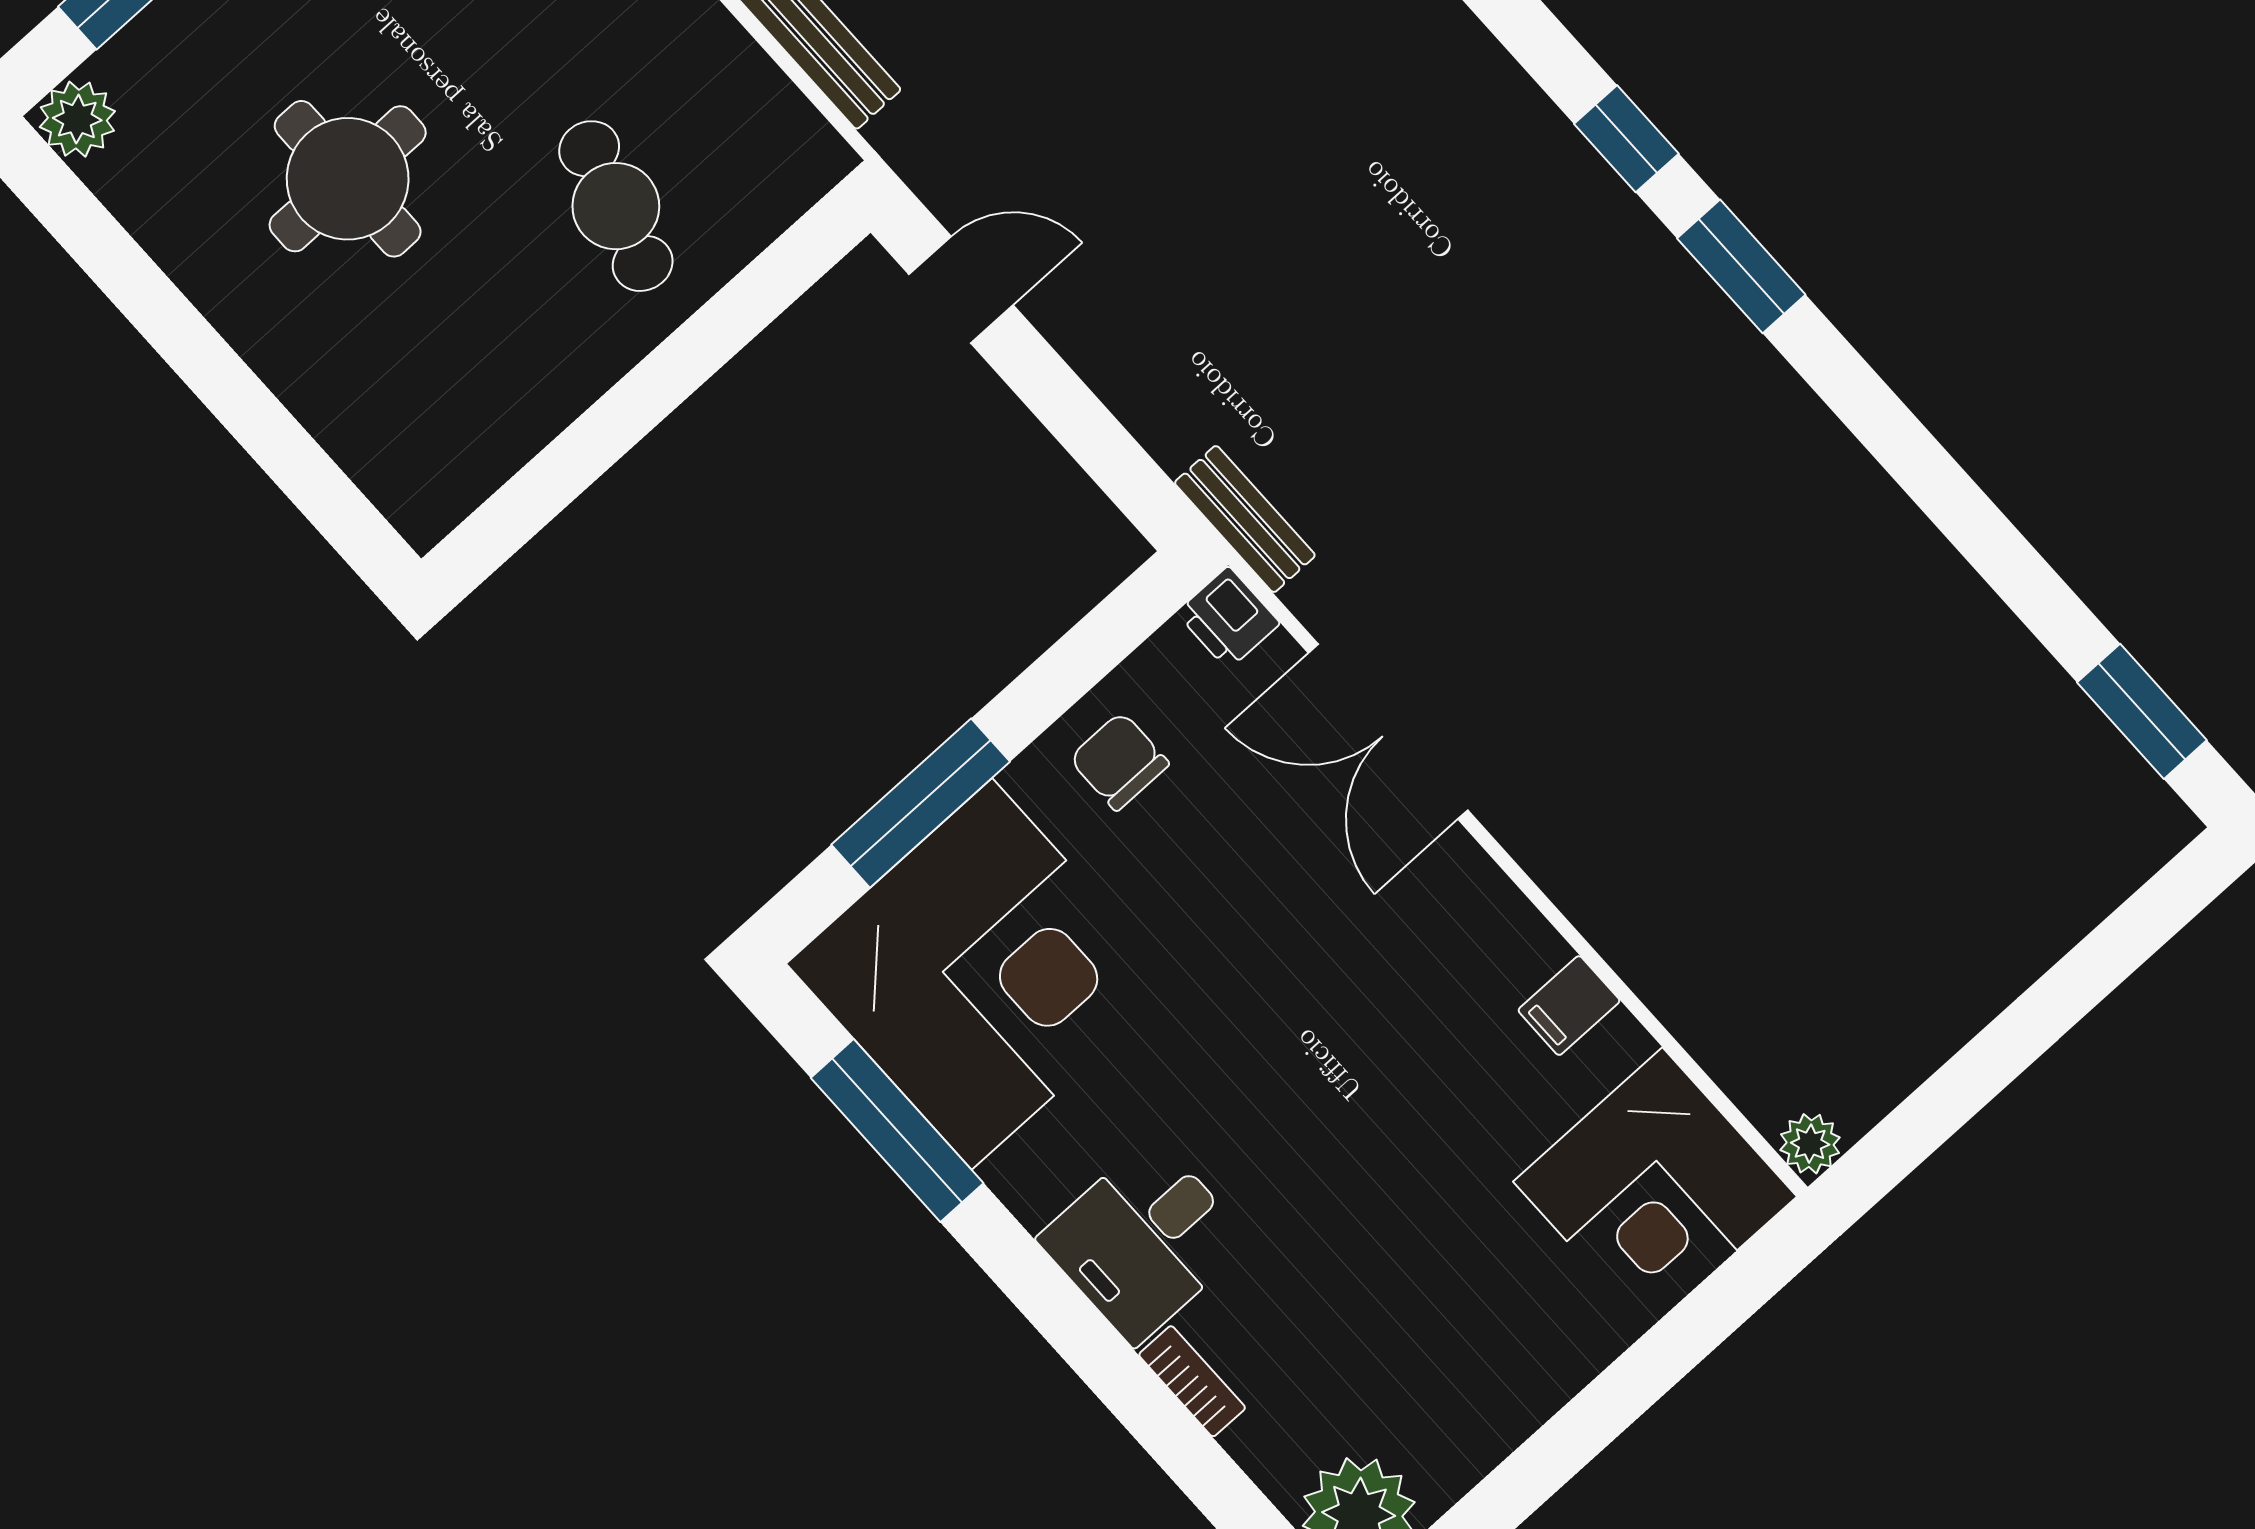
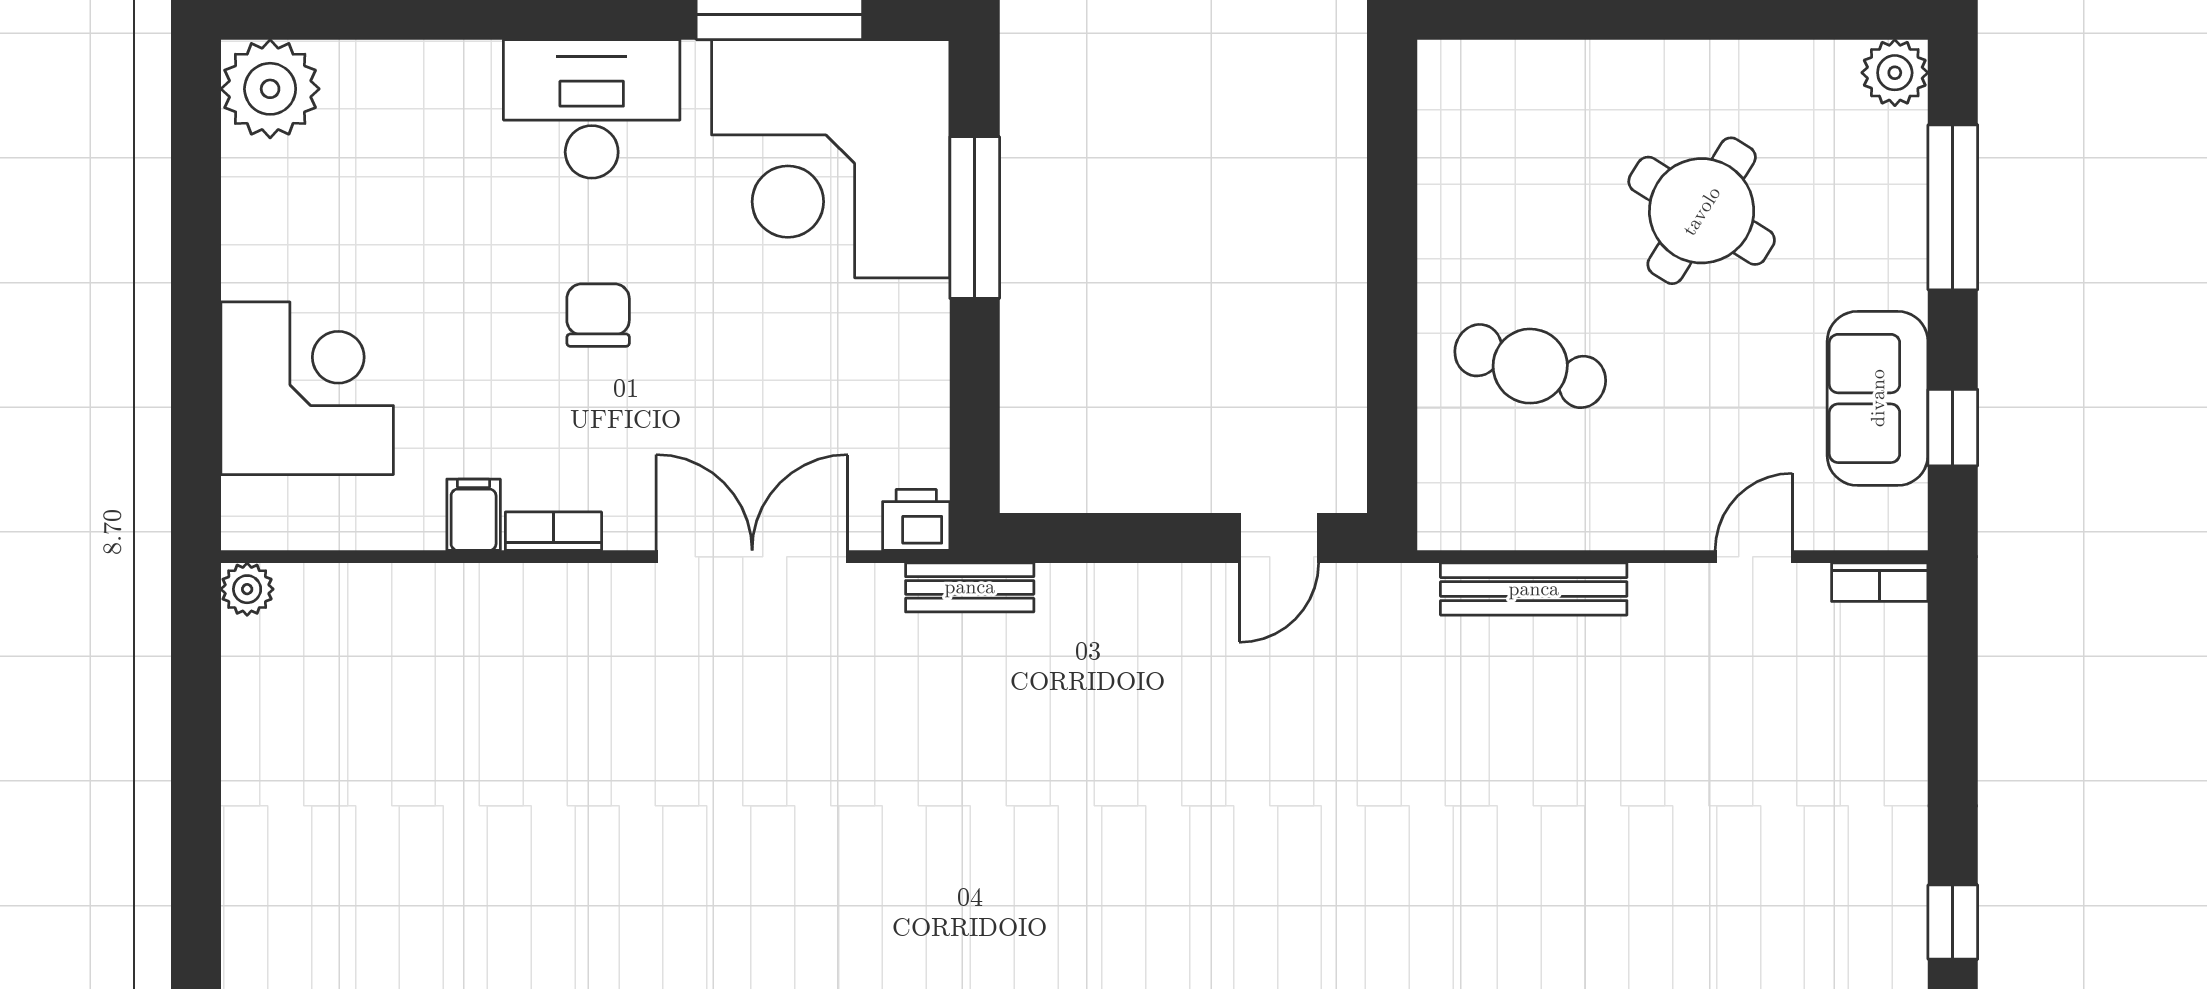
round table: (348, 179) -> (1702, 211), turned 32
chair: (1119, 761) -> (598, 315), moved, turned -90
corner desk: (1655, 1189) -> (307, 388), moved, turned 90
desk: (1144, 1240) -> (592, 109), width x1.37
bookcase: (1192, 1381) -> (553, 531), moved, turned 180

